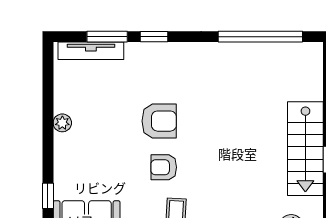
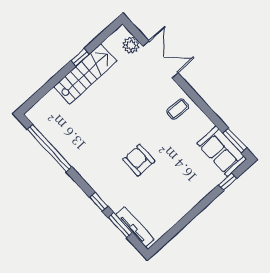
plant: (62, 123) -> (184, 208), removed
armchair: (164, 167) -> (160, 137), removed

